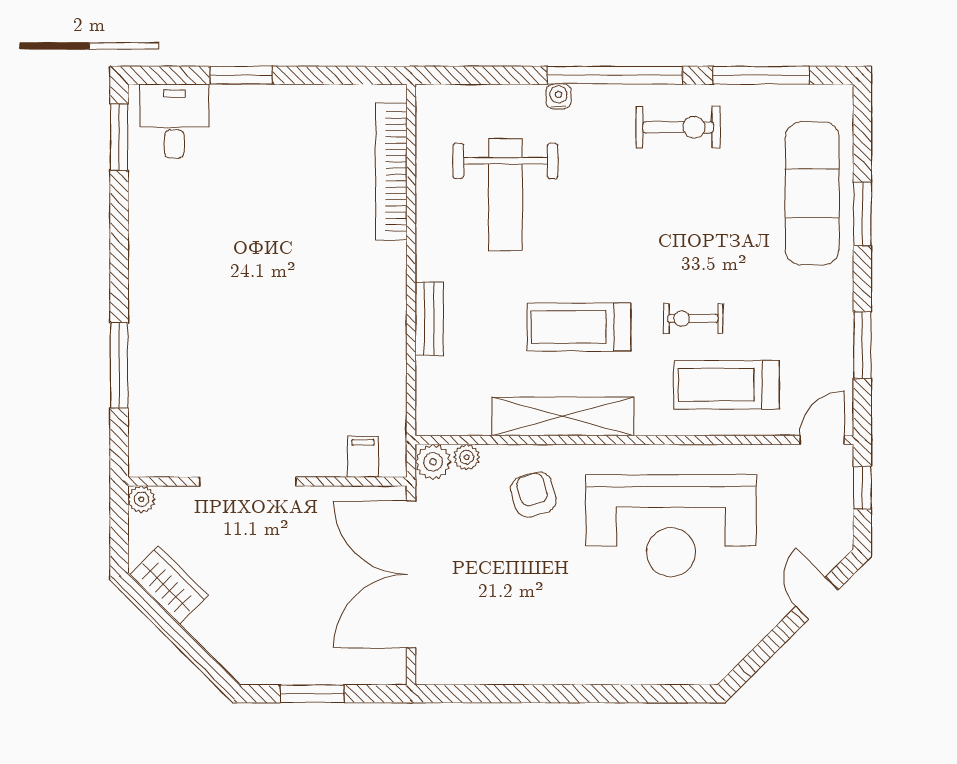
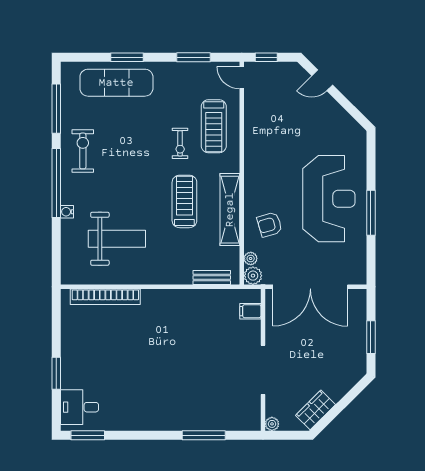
bench: (429, 319) -> (212, 278), moved
treadmill: (579, 327) -> (184, 201), turned 180
reception desk: (671, 526) -> (329, 199), moved
window: (556, 694) -> (371, 213), added

